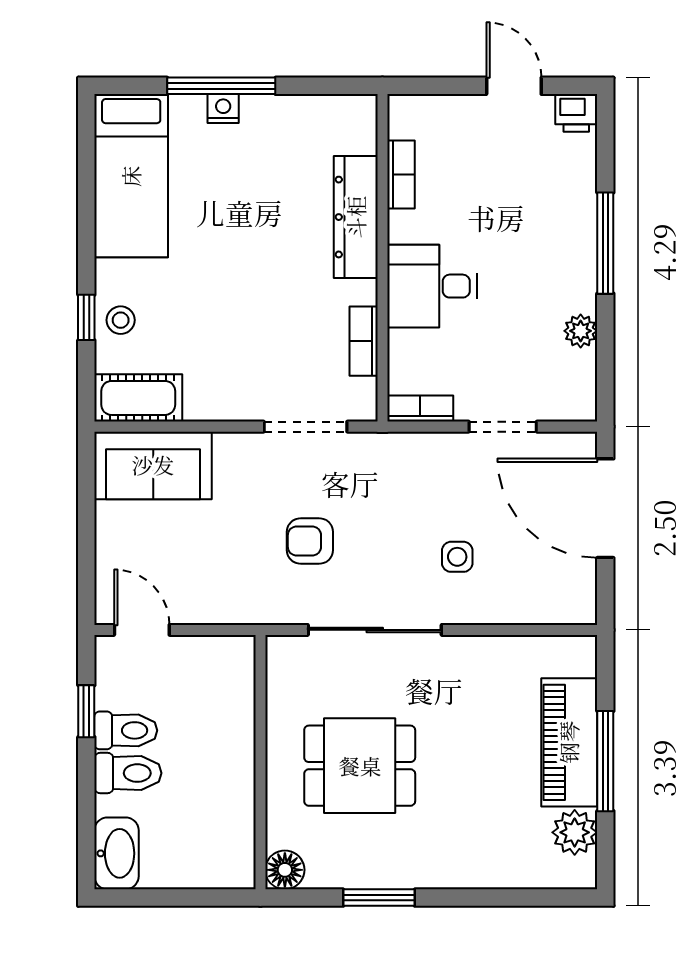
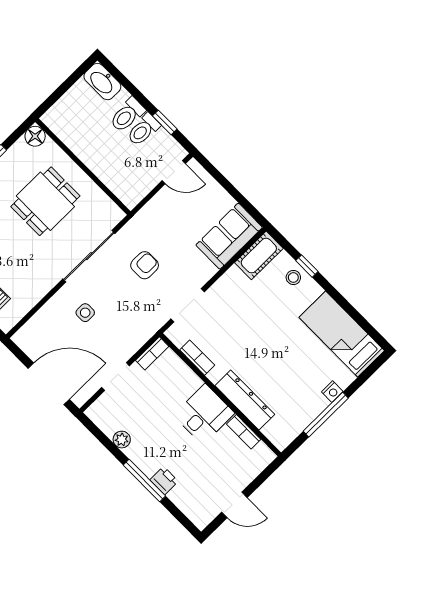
window: (221, 86) -> (326, 415), moved
printer: (576, 113) -> (164, 481), moved, turned 90
desk: (432, 286) -> (204, 414), moved

